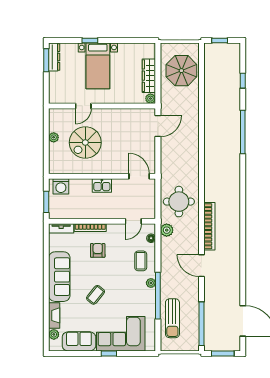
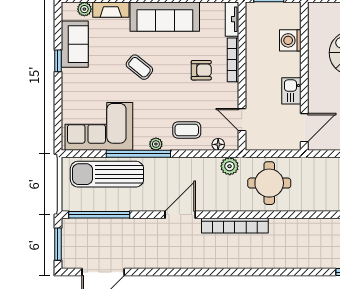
washing machine: (61, 186) -> (290, 40), moved
kitchen sink: (102, 186) -> (291, 91), moved
sun lounger: (172, 318) -> (107, 174), width x1.36, depth x1.34
corner sofa: (121, 334) -> (99, 126), moved, turned -90
window: (109, 353) -> (58, 61), moved

